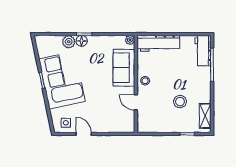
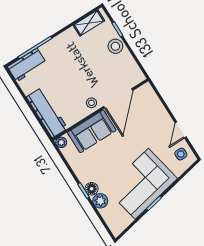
door: (136, 102) -> (118, 98), width x1.88
stool: (180, 102) -> (115, 46), moved

